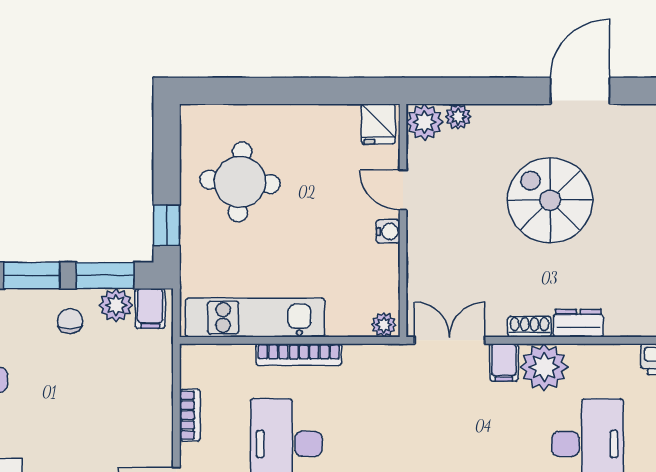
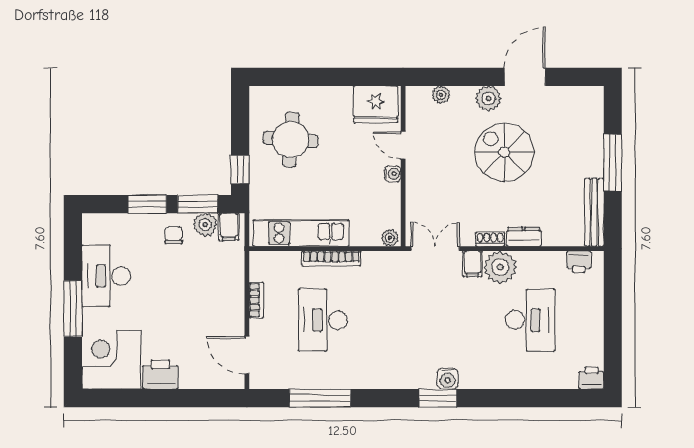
plant: (424, 122) -> (488, 98), moved
fridge: (378, 124) -> (376, 104), width x1.88, depth x1.34

